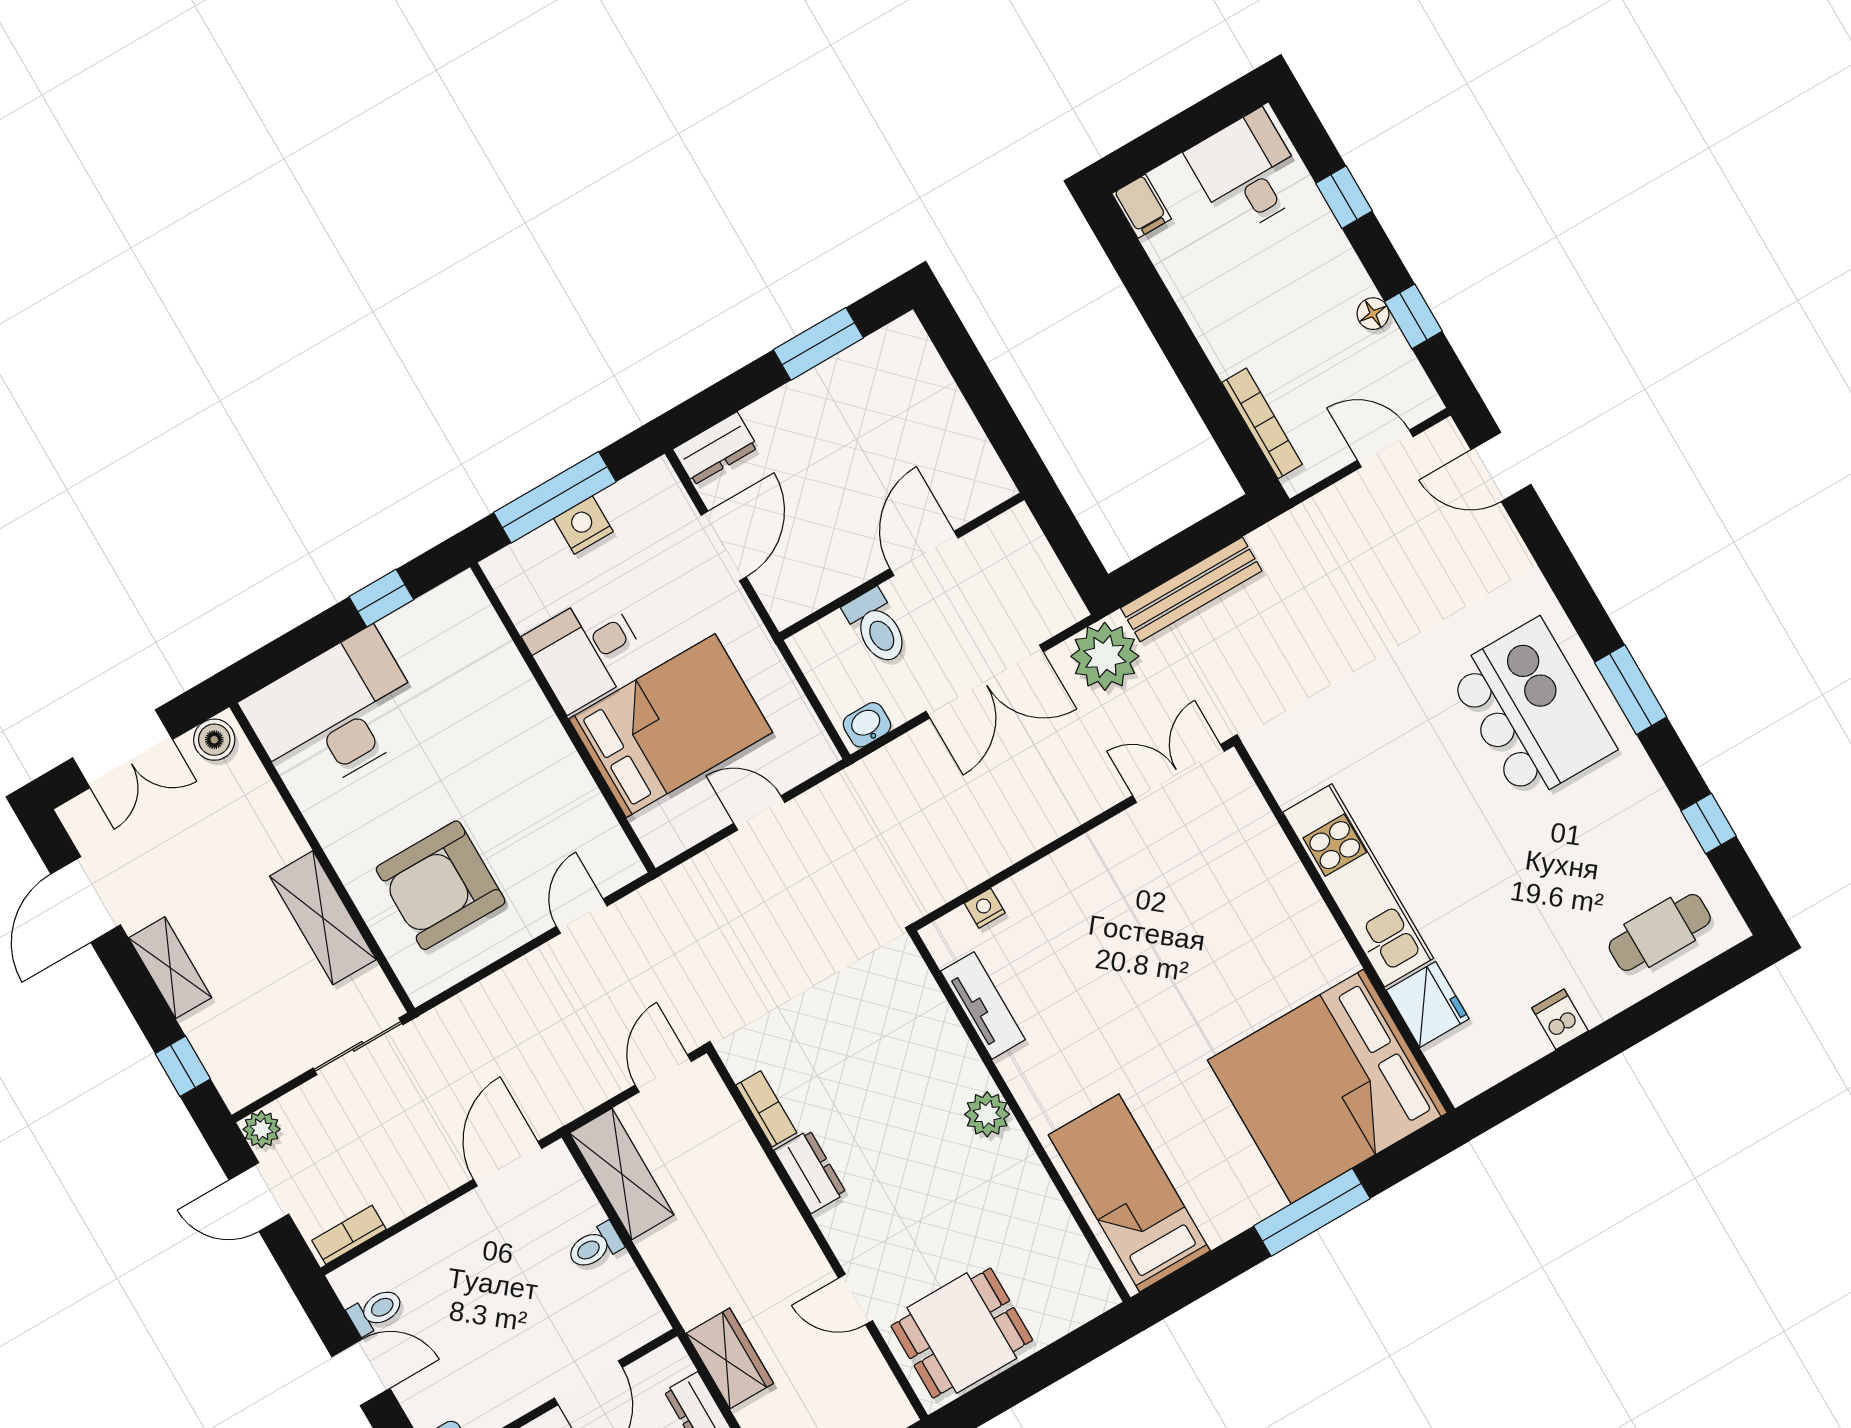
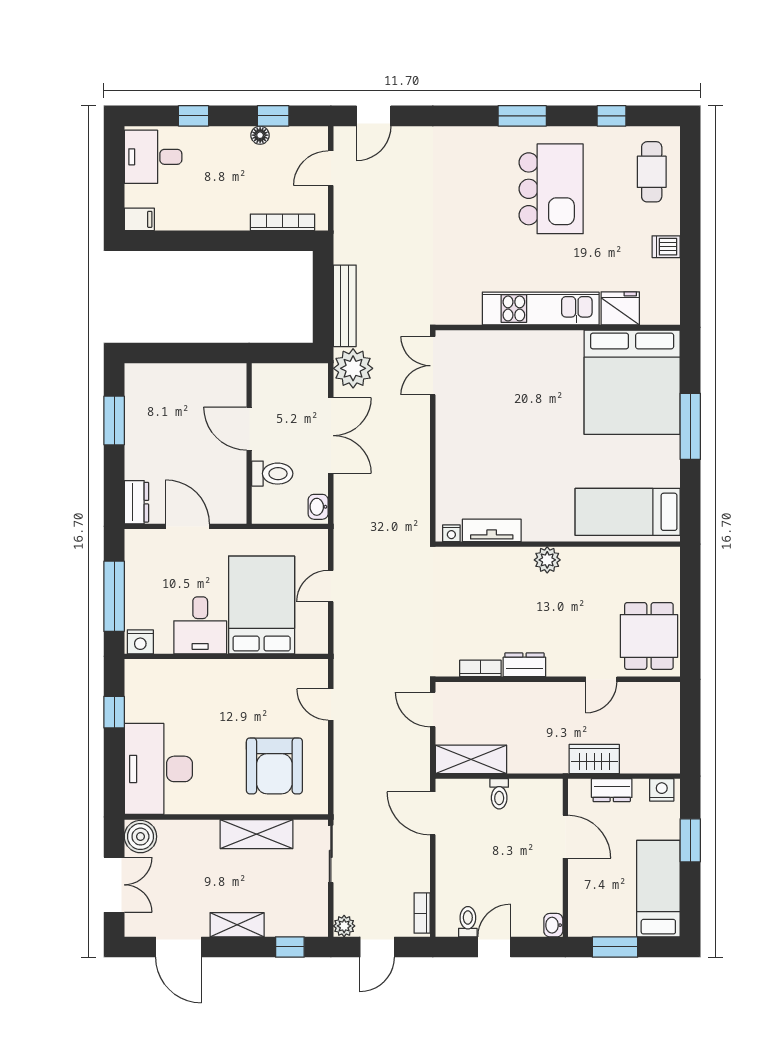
nightstand: (583, 525) -> (140, 642), moved, turned -90
kitchen island: (1531, 710) -> (551, 189), moved, turned 90
boiler: (214, 740) -> (140, 837), width x1.36, depth x1.36
nightstand: (985, 908) -> (451, 533), moved, turned -90

